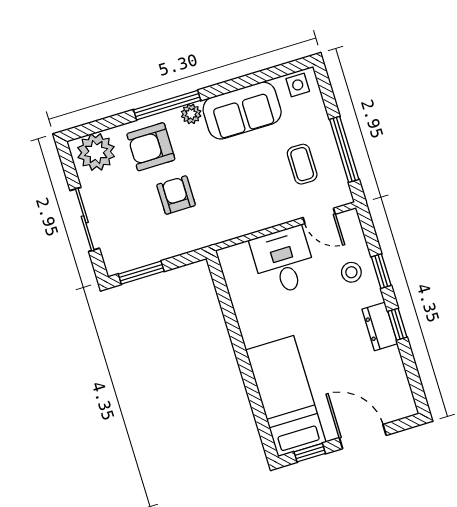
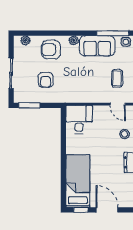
window: (167, 105) -> (113, 33), moved
plant: (96, 152) -> (26, 40), width x0.53, depth x0.53
armchair: (176, 195) -> (46, 80), moved, turned 180
desk: (283, 261) -> (79, 120), moved

